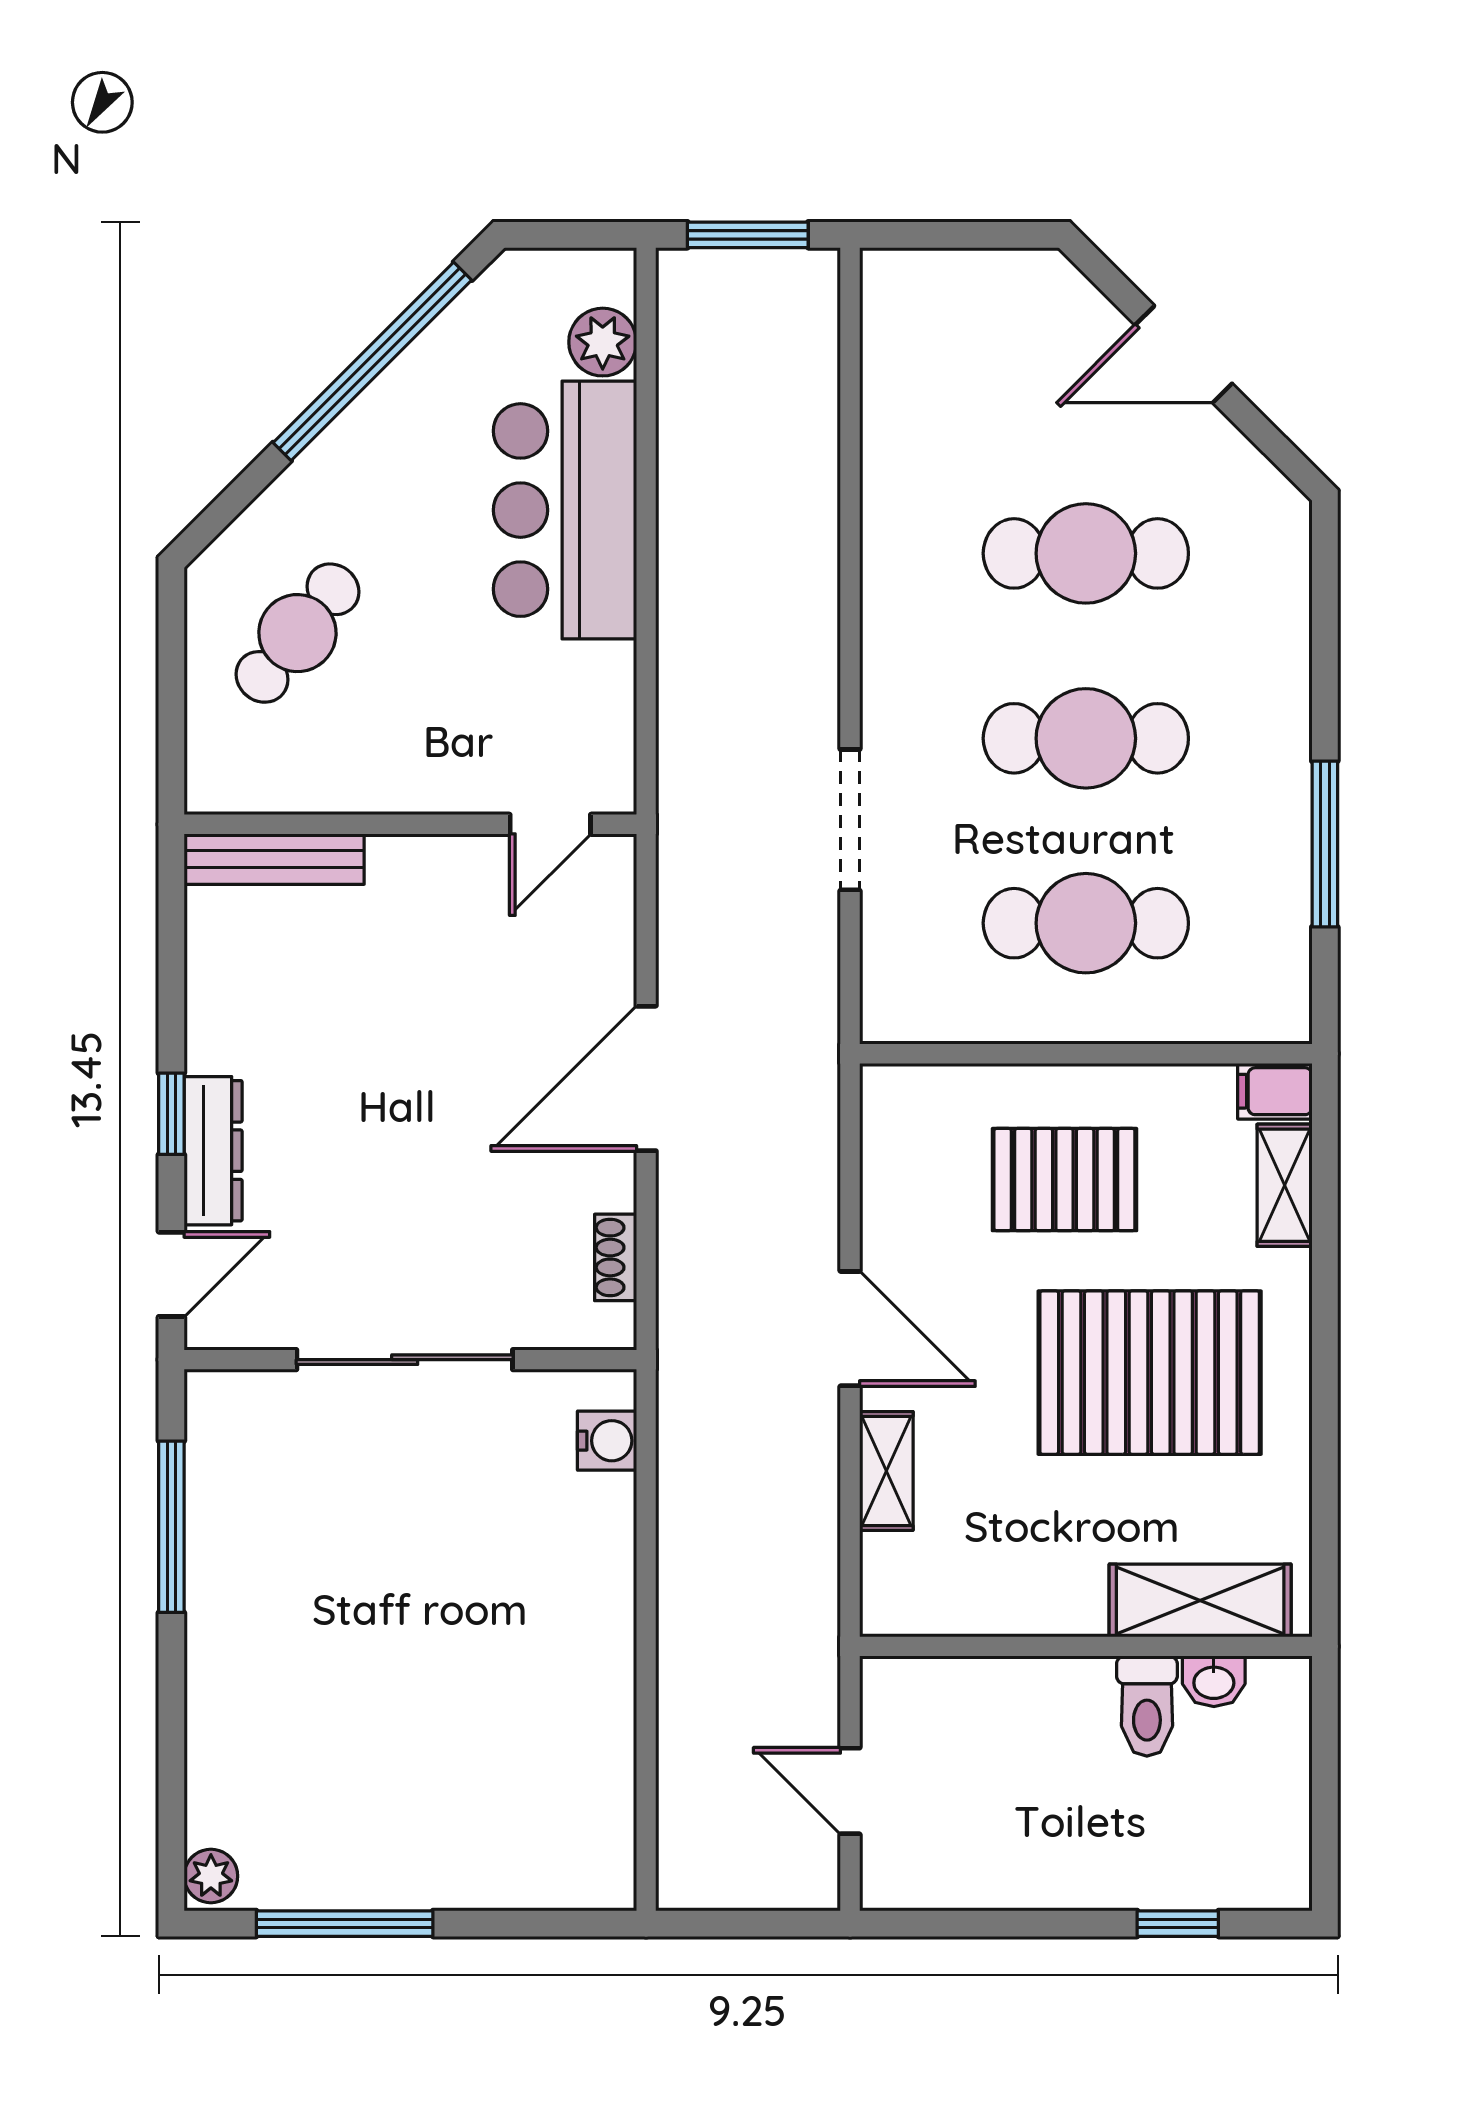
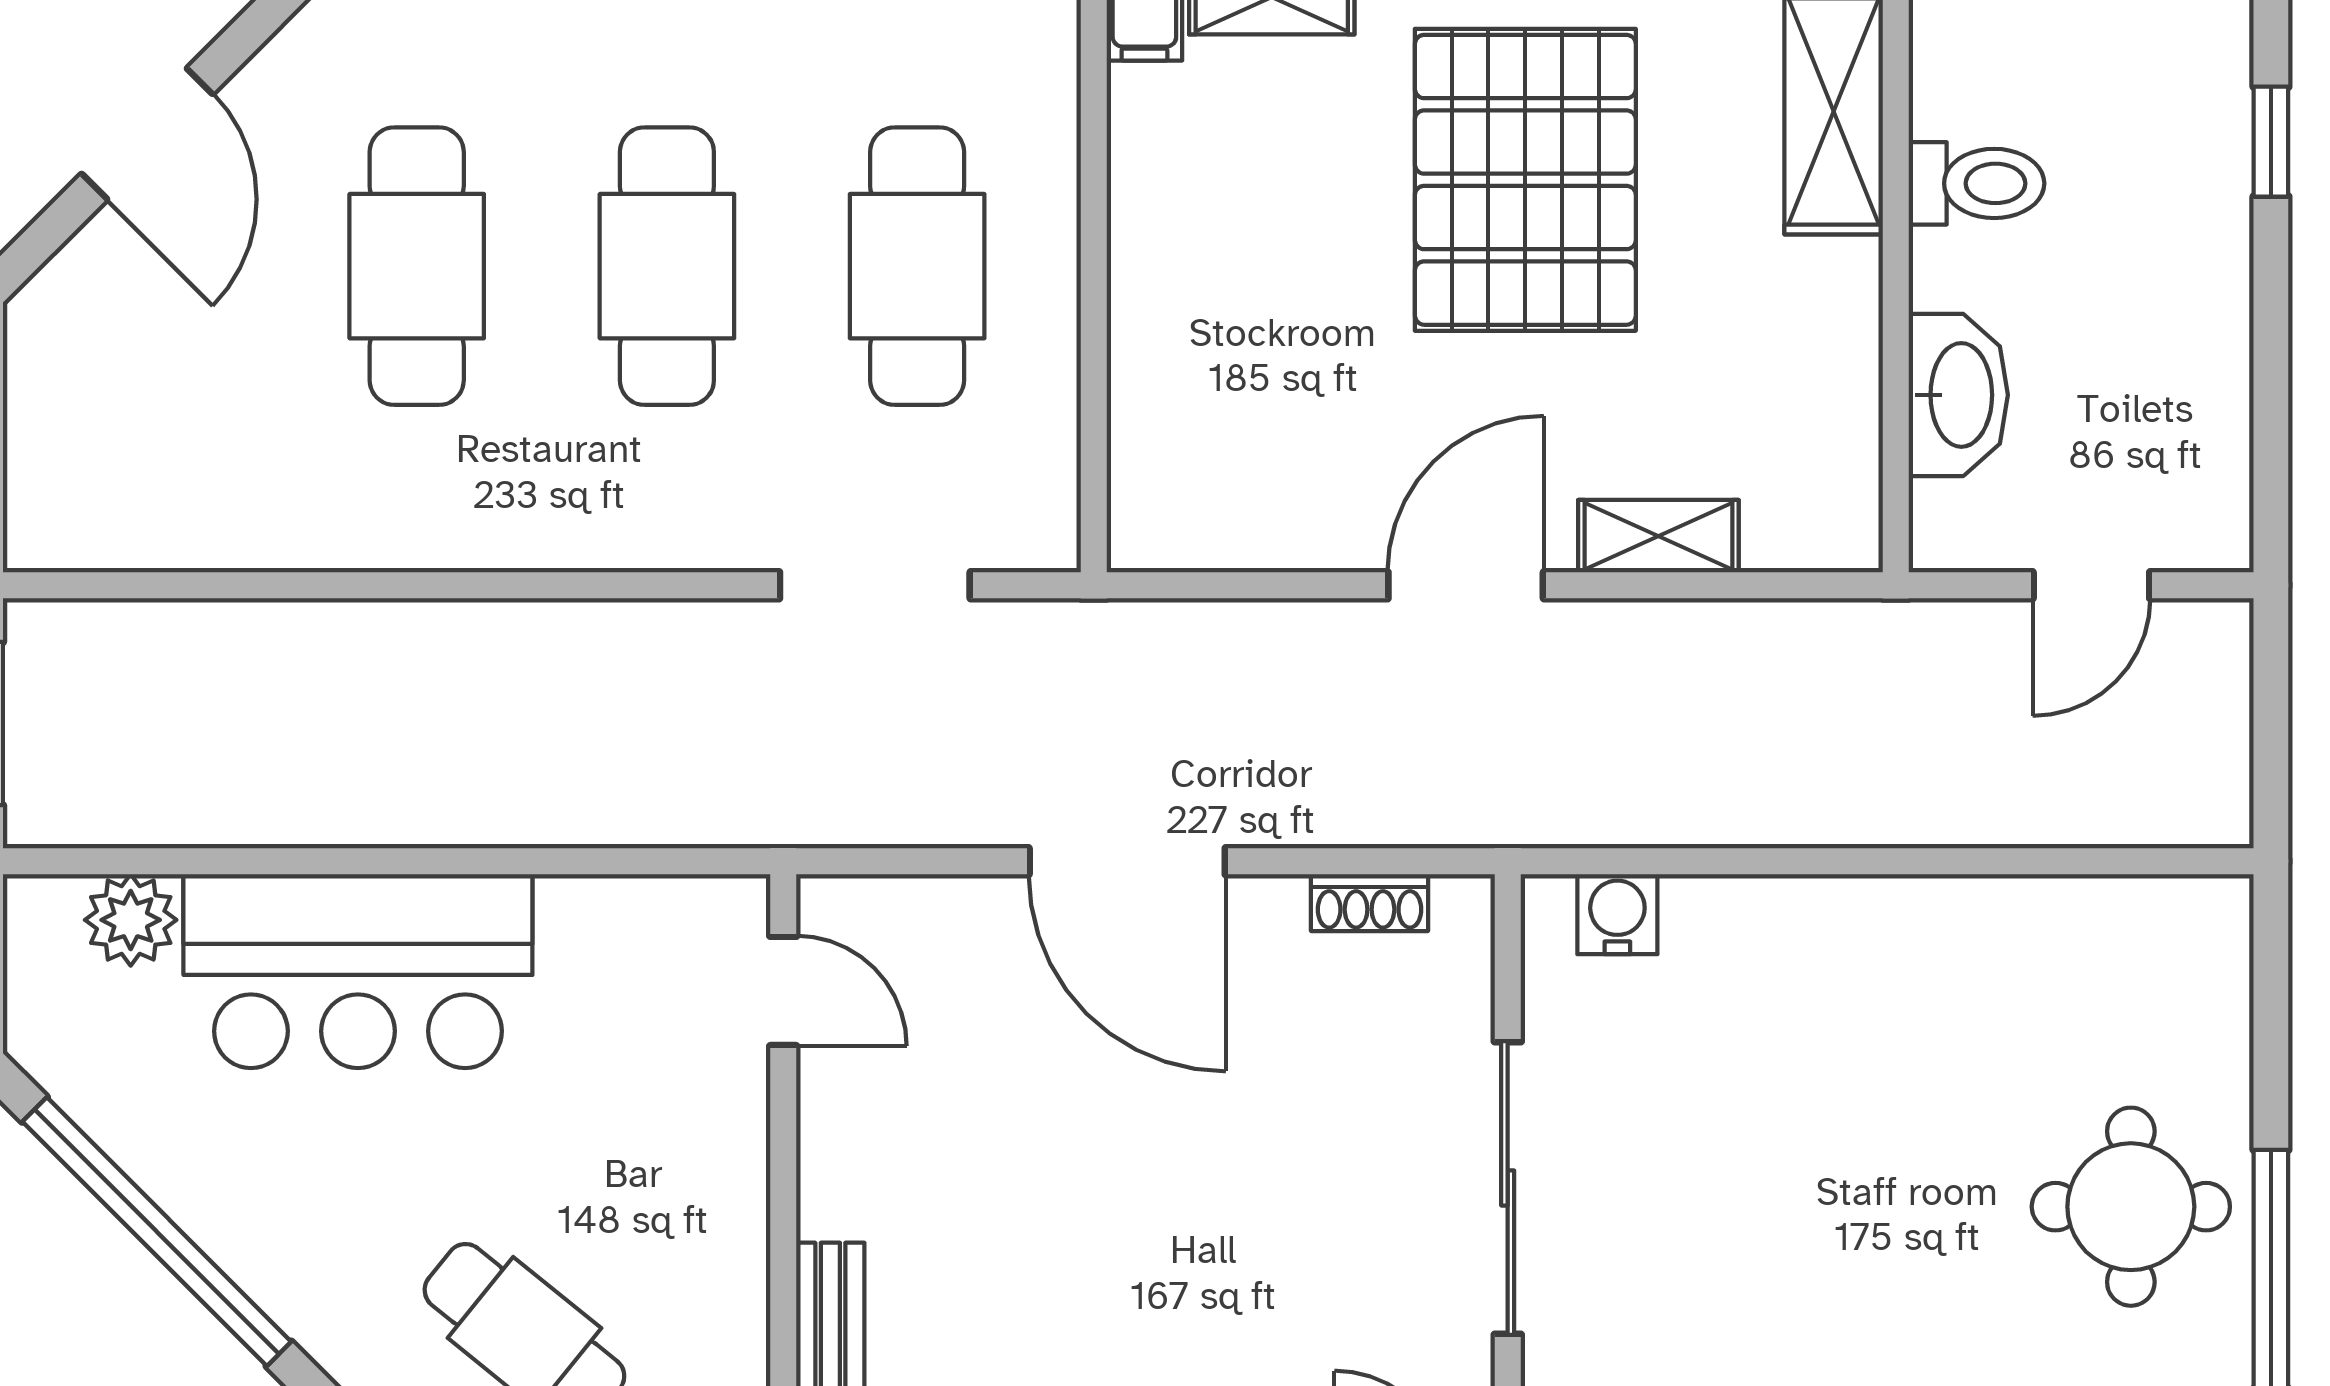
doorway: (850, 820) -> (875, 585), moved
pallet: (1064, 1180) -> (1264, 295), removed
washbasin: (1214, 1681) -> (1958, 395), moved, width x1.91, depth x1.45
round table: (391, 1820) -> (2131, 1207), added

